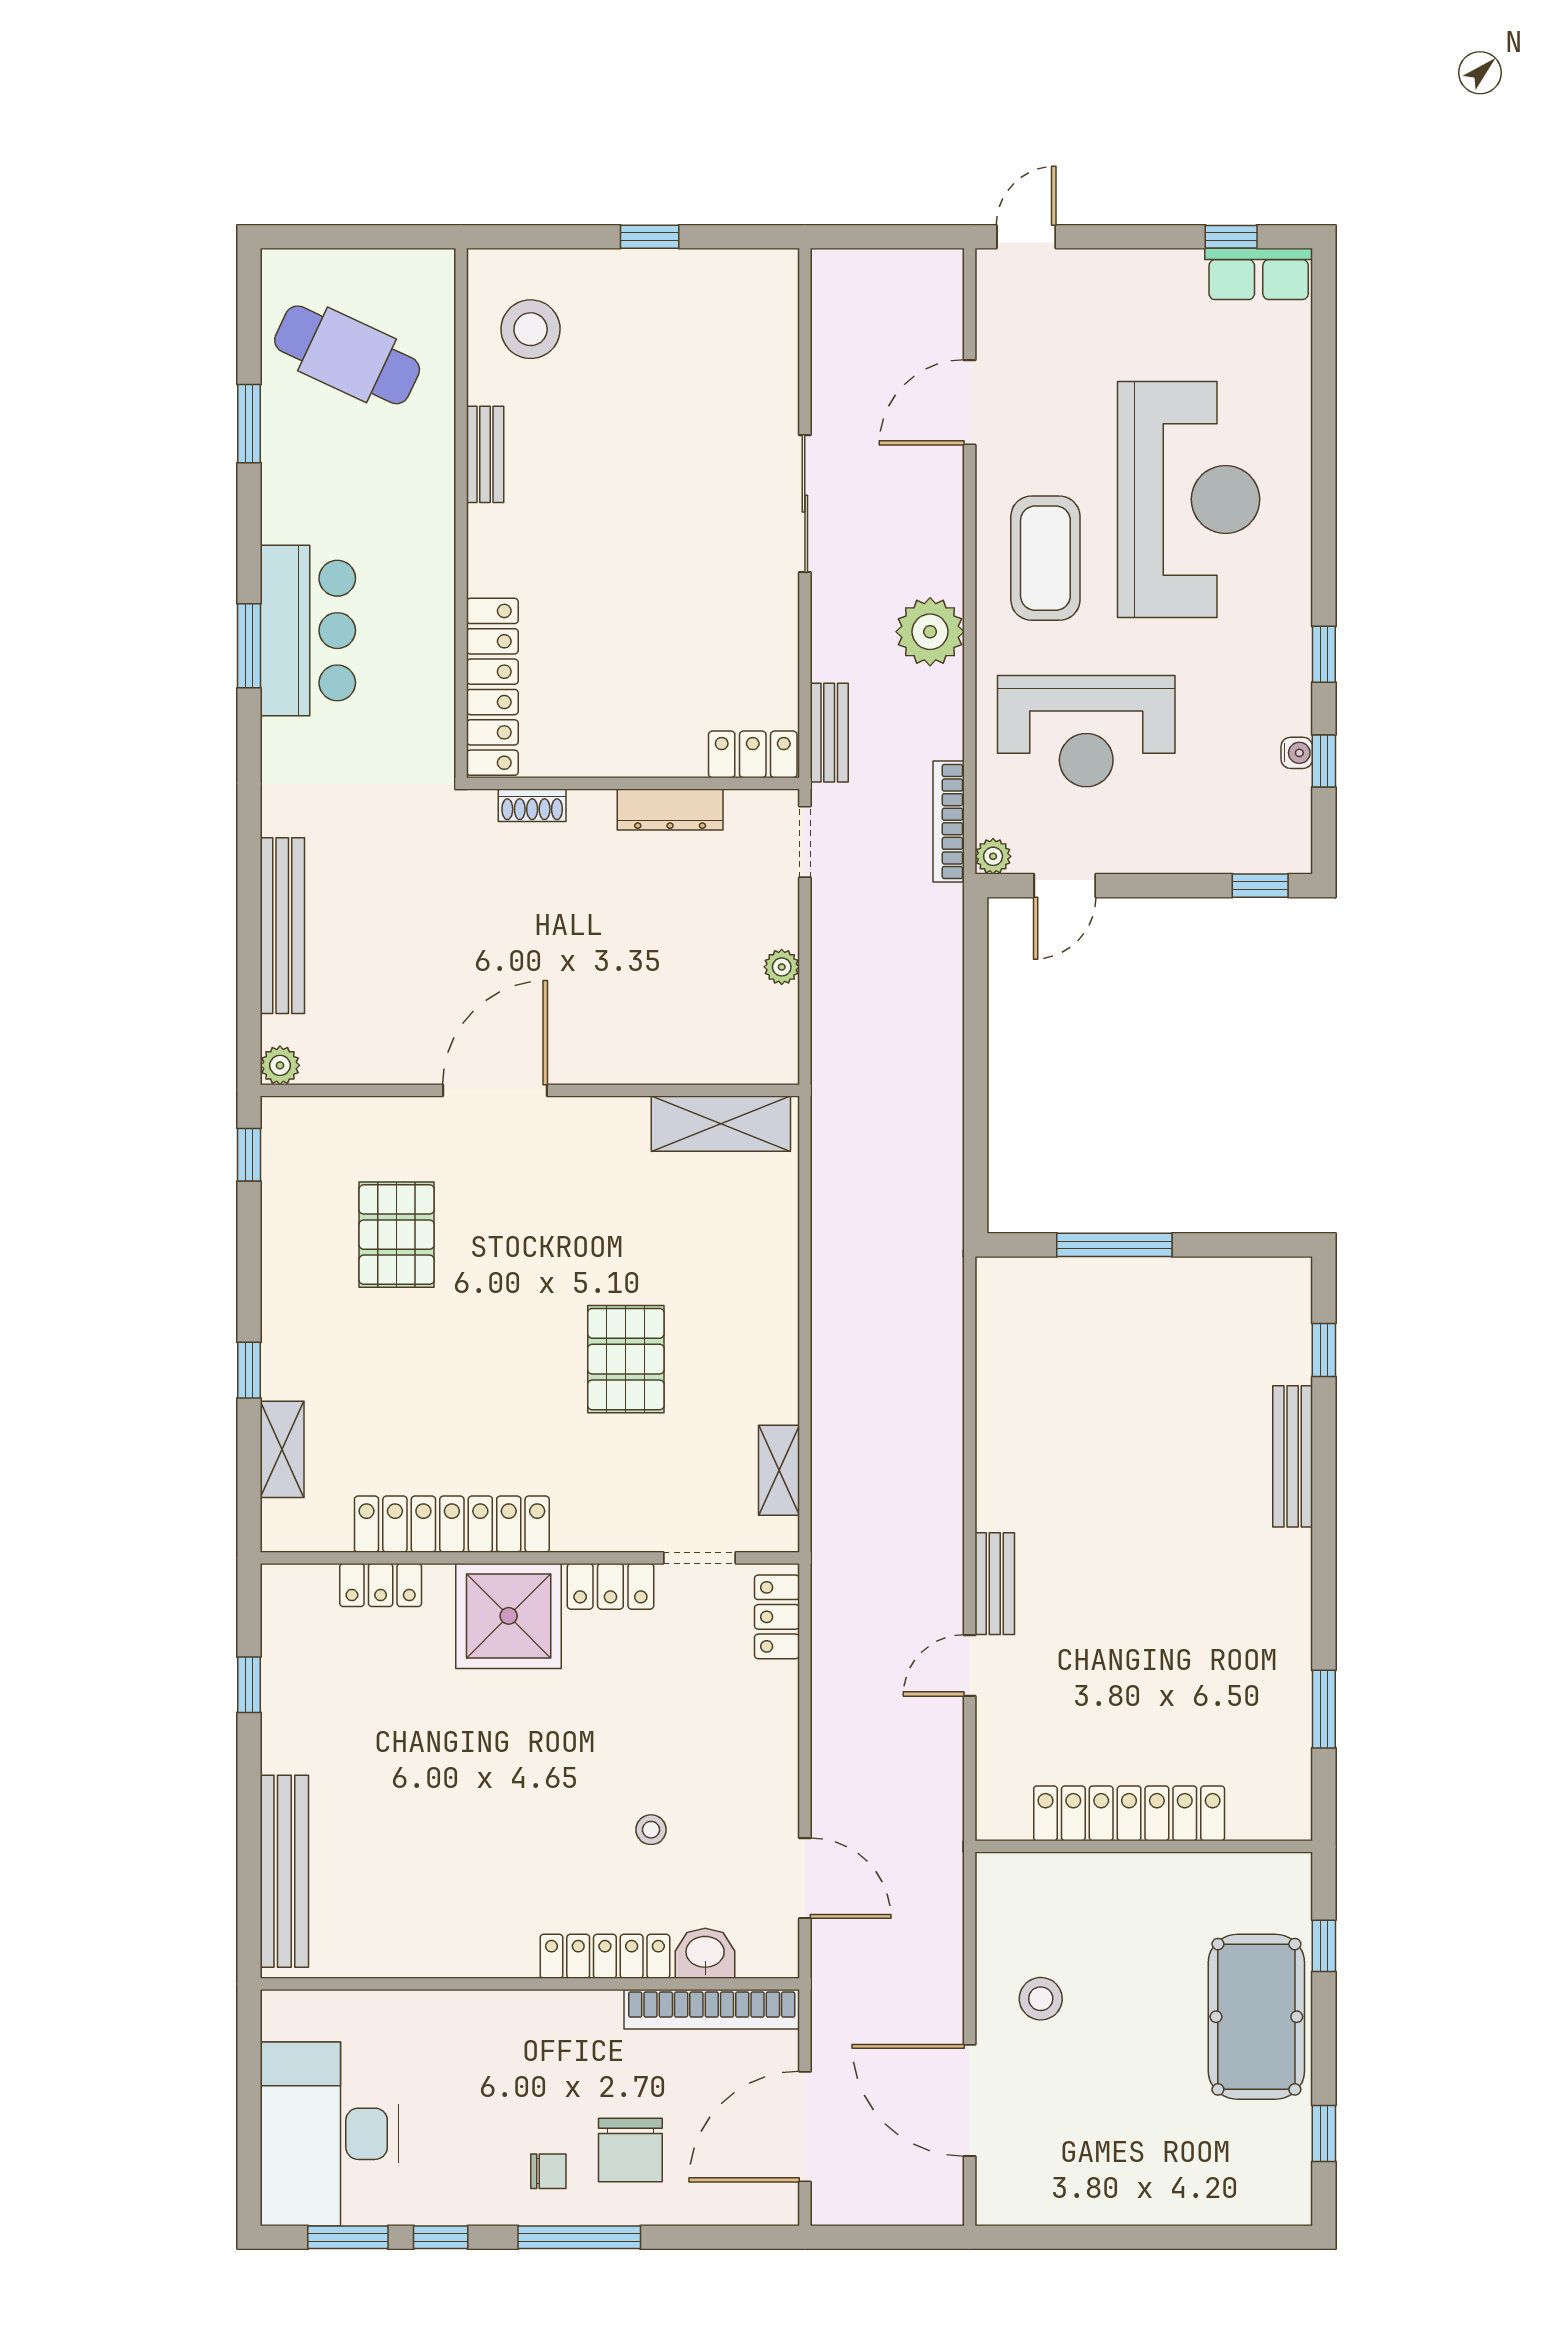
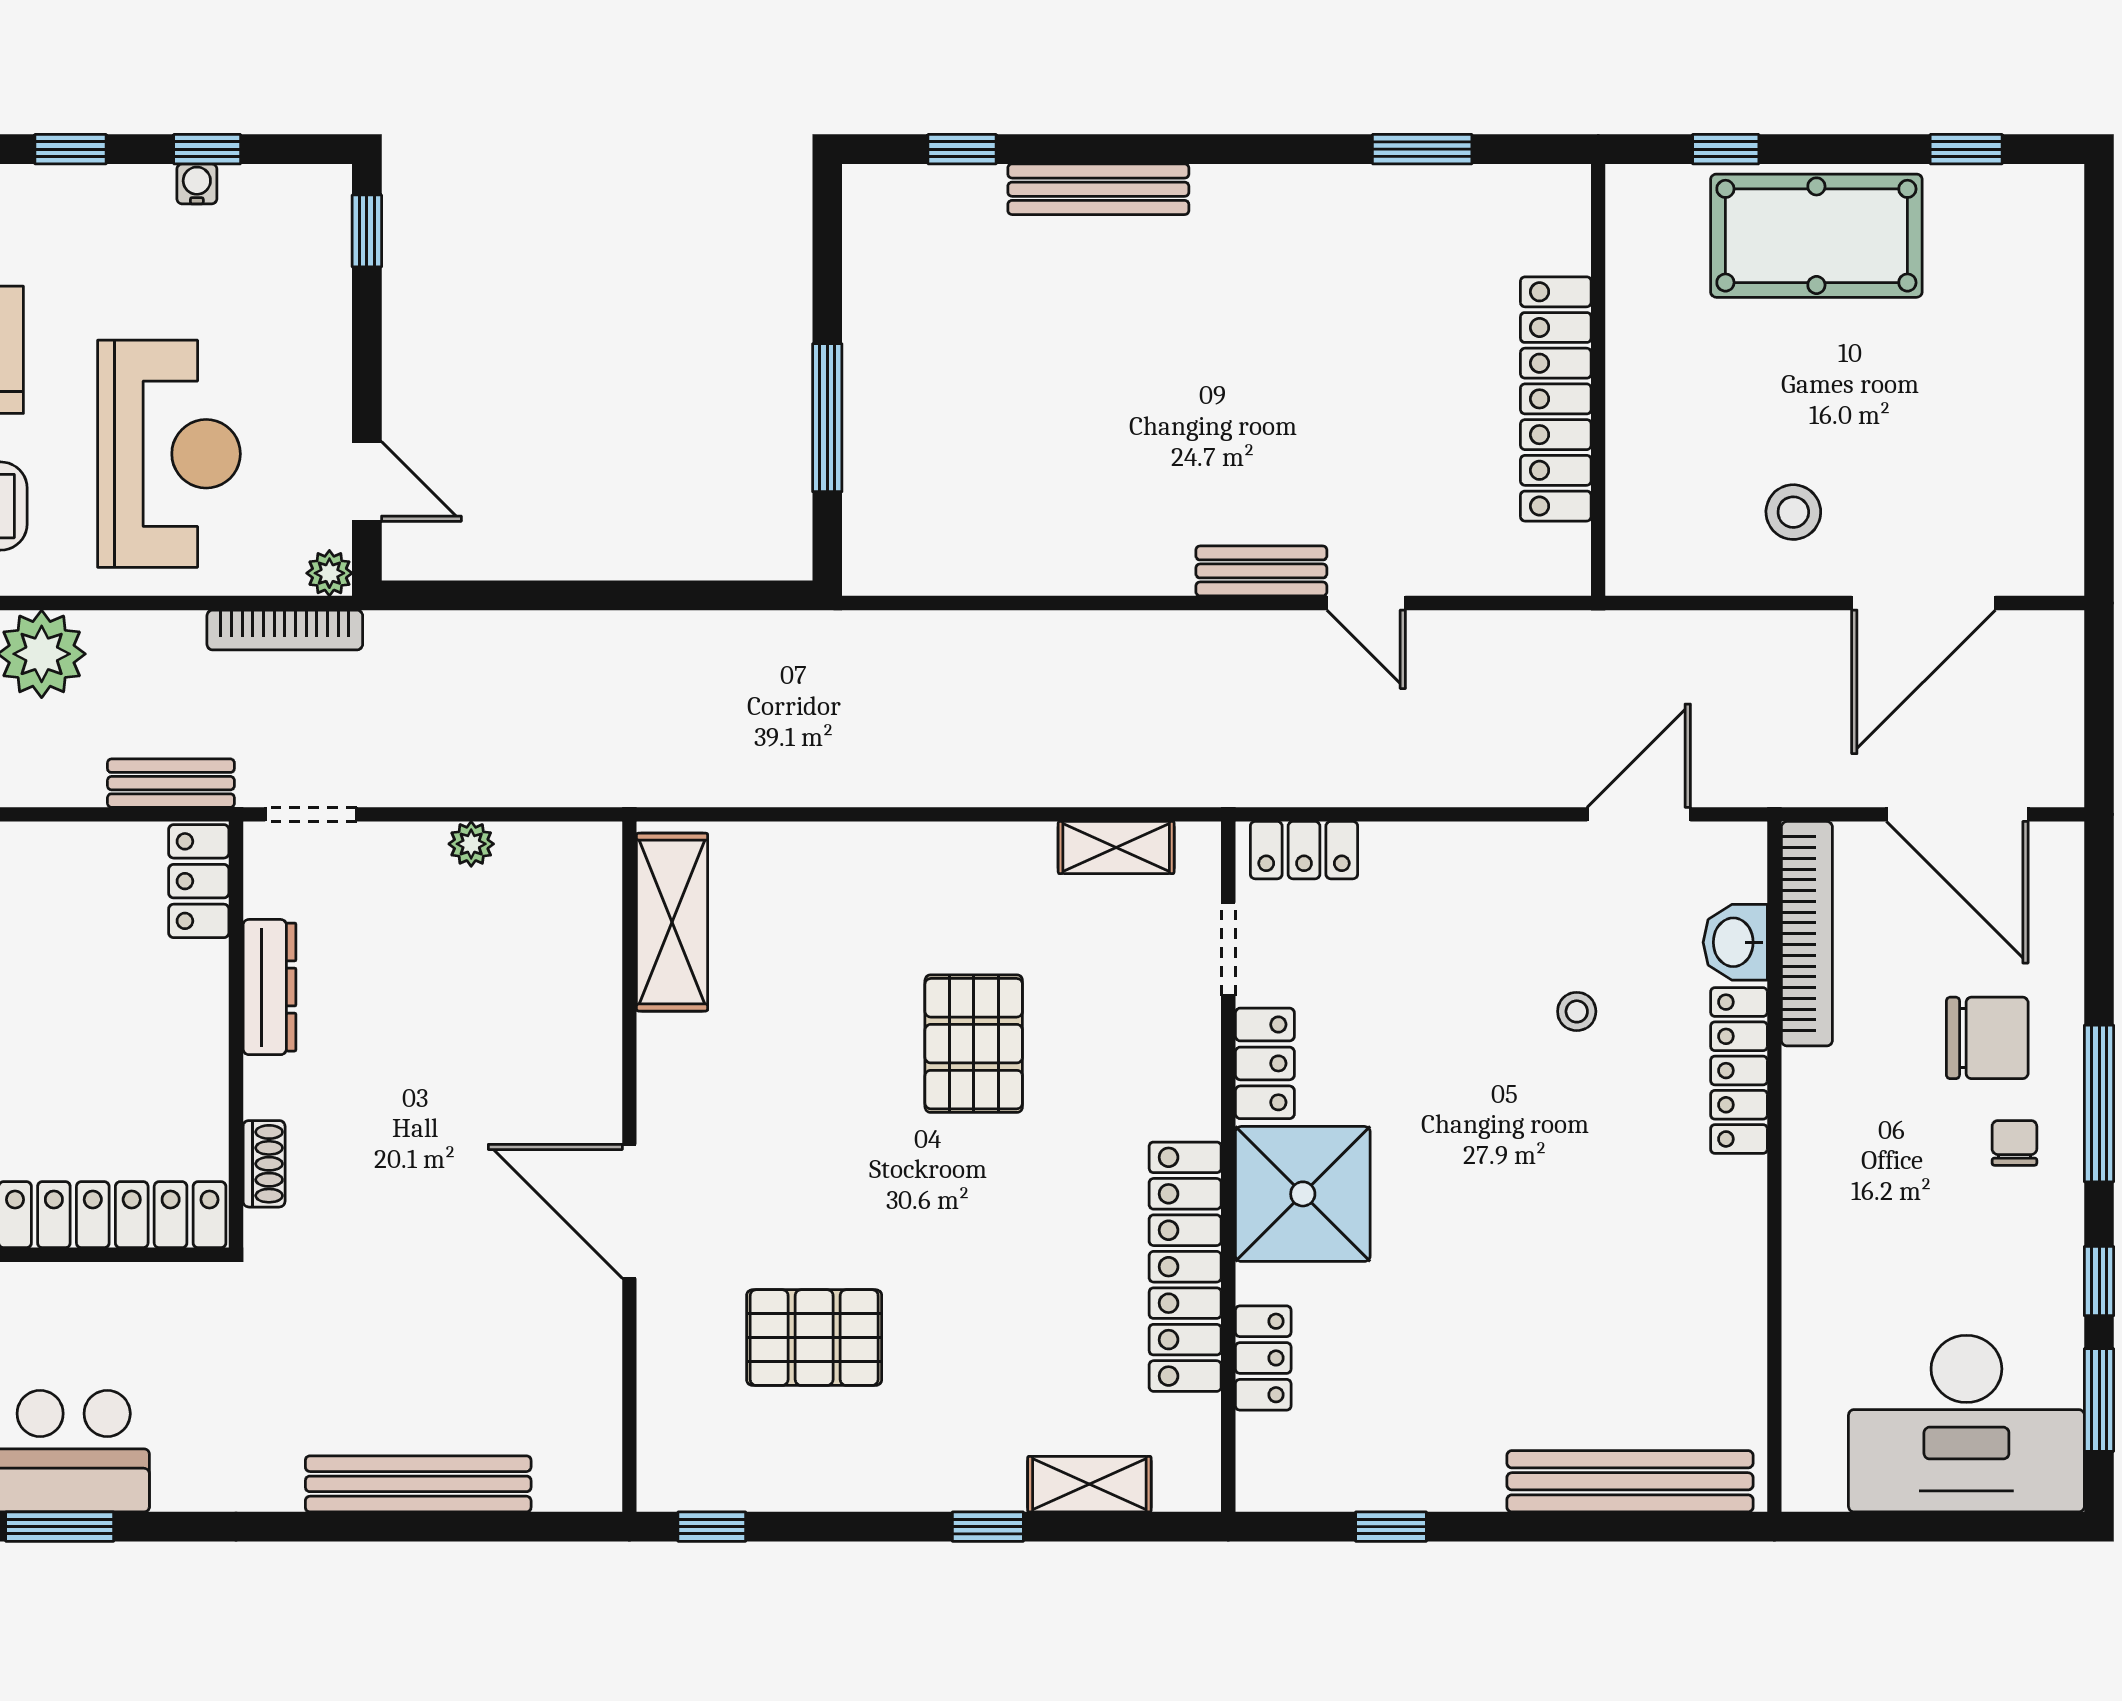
plant: (280, 1065) -> (597, 1487), removed
pallet: (626, 1359) -> (974, 1044), turned 90

